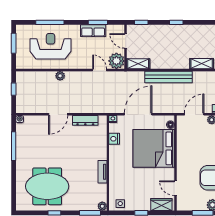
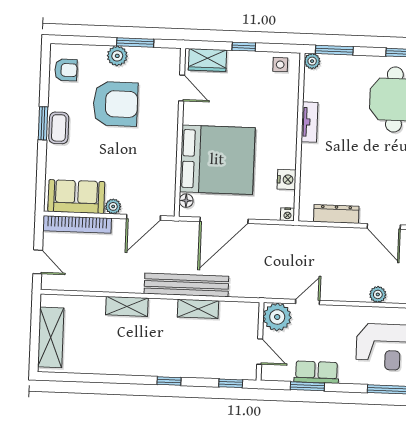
shelving: (138, 64) -> (198, 309), moved
door: (100, 70) -> (308, 302), swing flipped
door: (58, 114) -> (384, 226), swing flipped
door: (138, 114) -> (224, 220), moved

